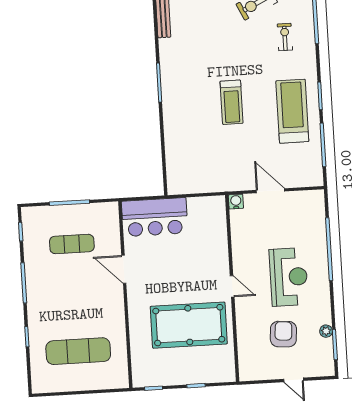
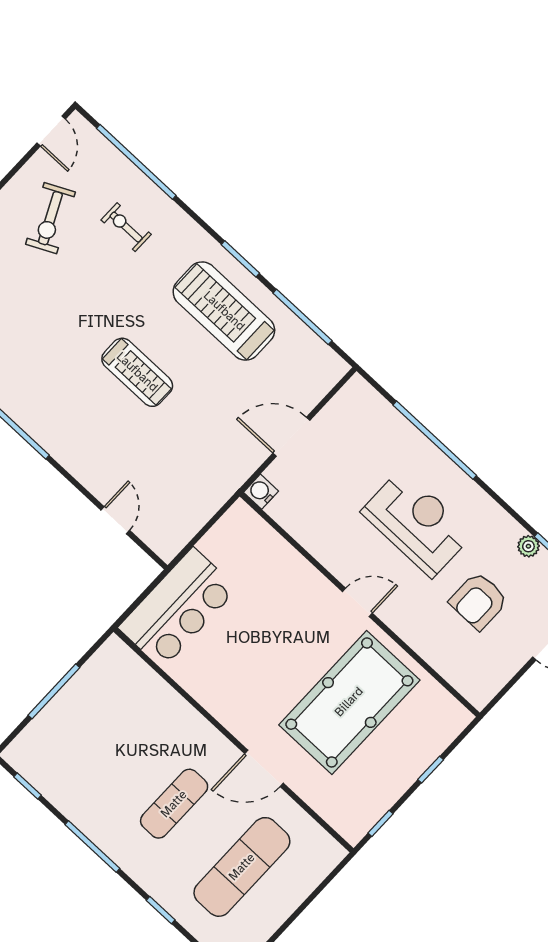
door: (163, 155) -> (115, 520), added
exercise mat: (72, 244) -> (174, 804), moved
door: (124, 269) -> (264, 768), moved
armchair: (283, 334) -> (479, 601), turned -94

